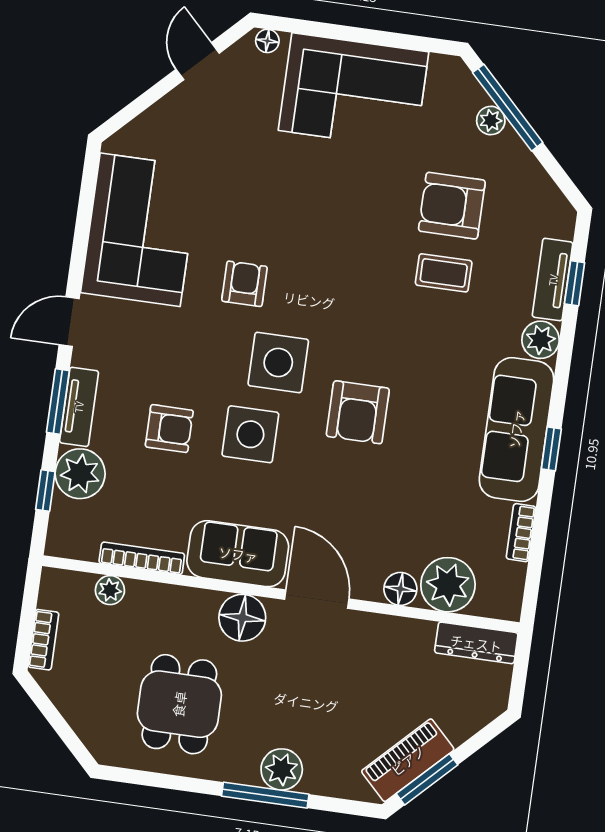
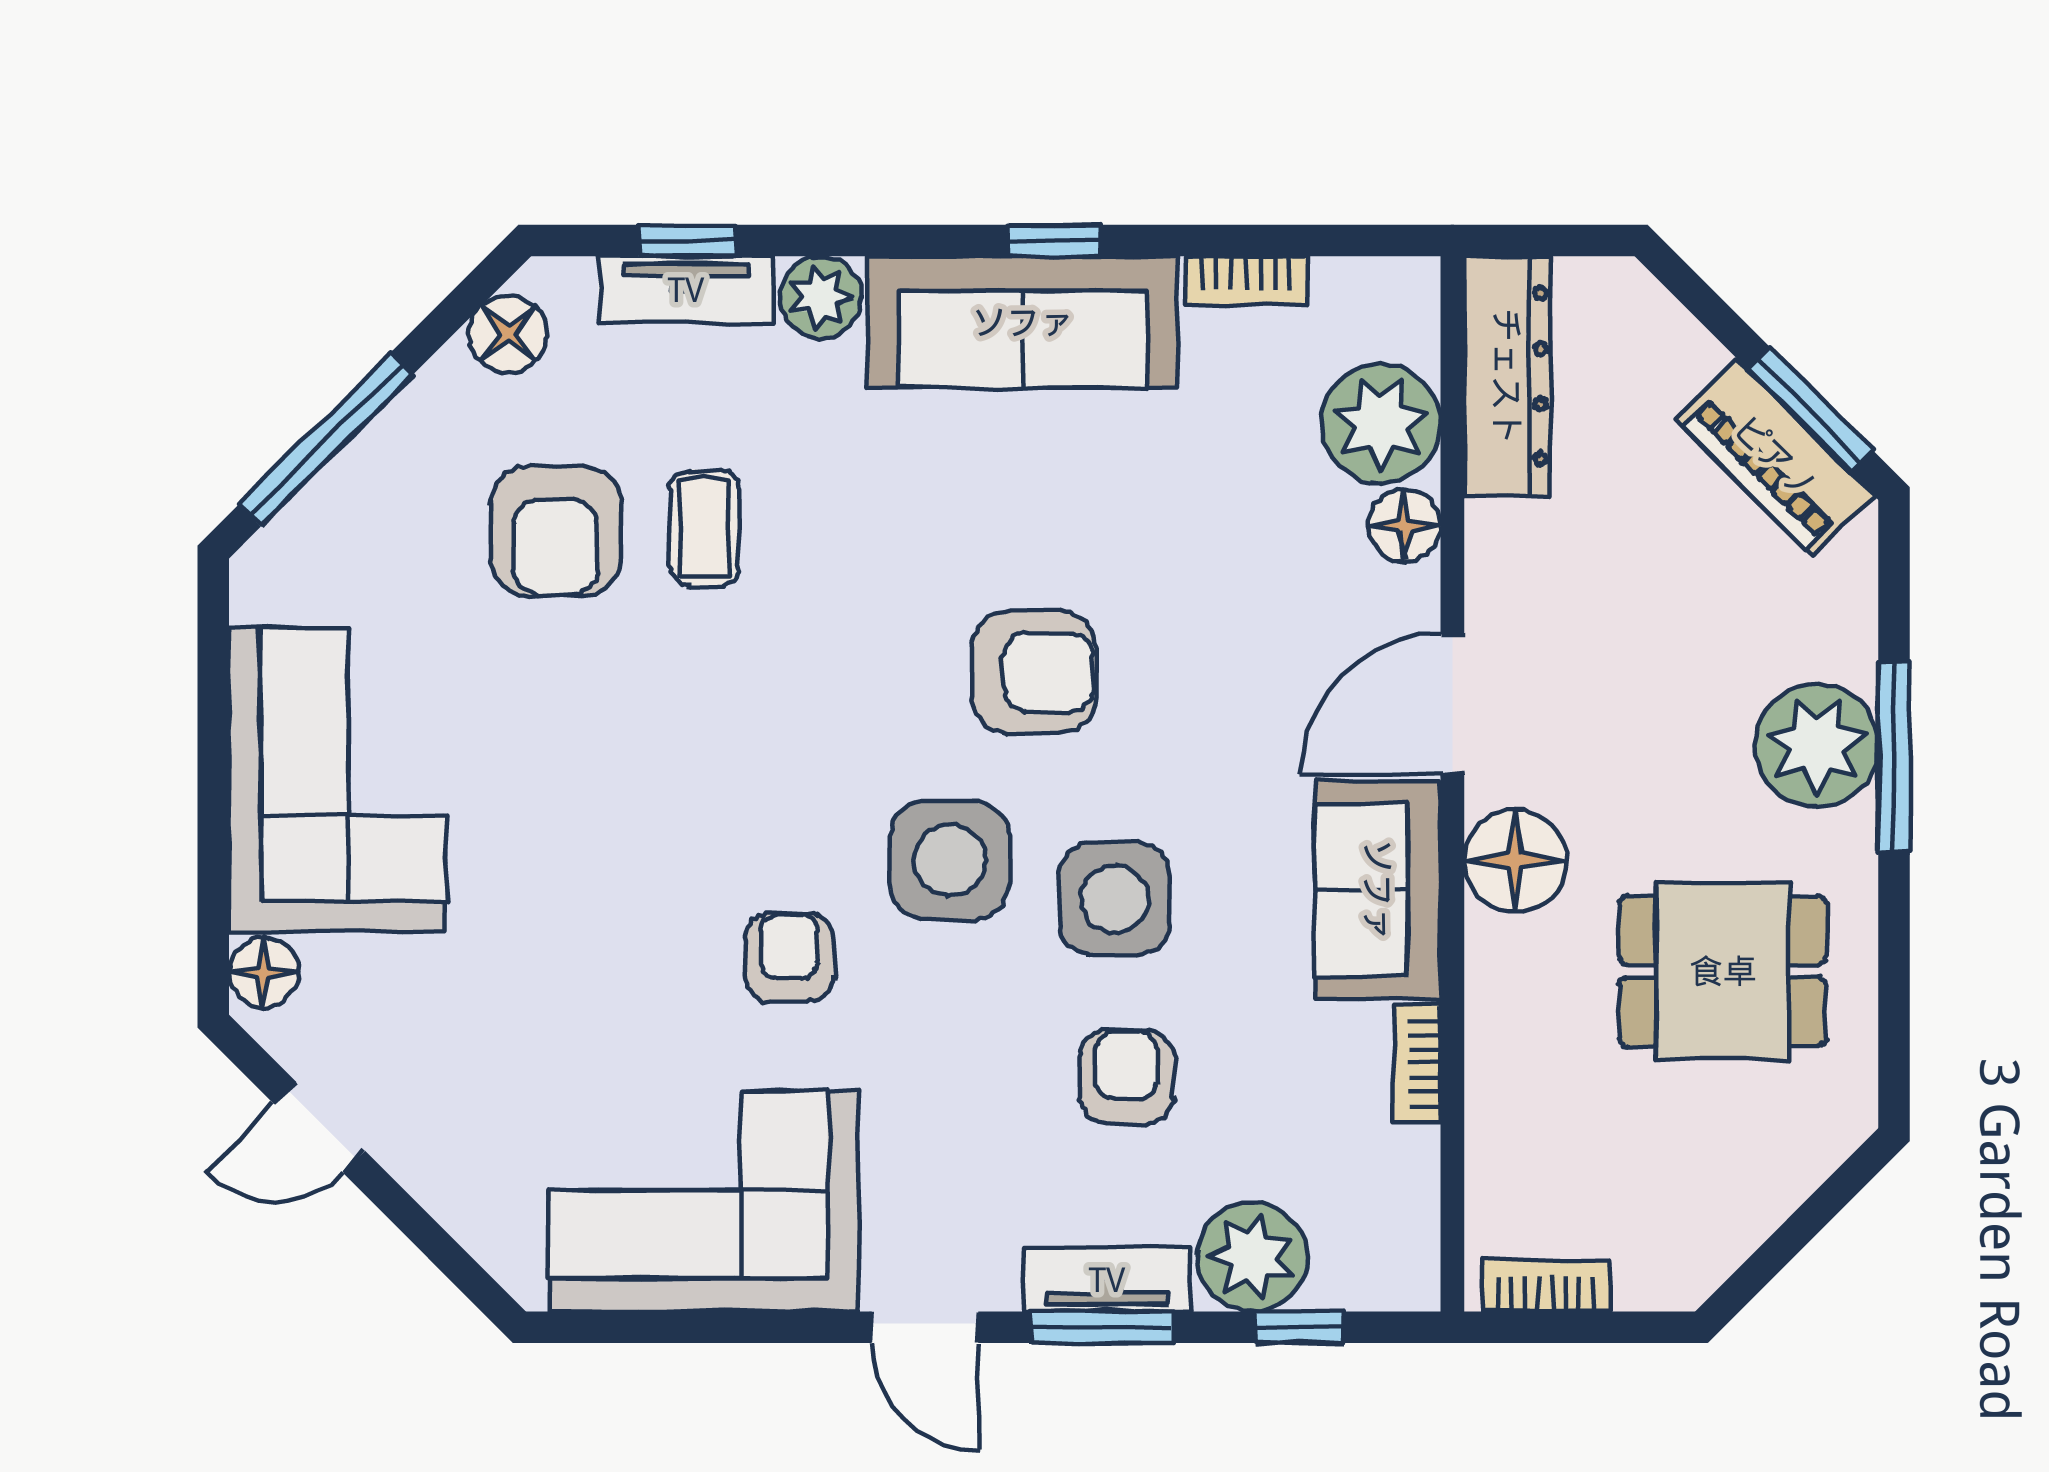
floor lamp: (267, 41) -> (264, 973), width x1.37, depth x1.37
plant: (491, 121) -> (359, 472), removed
floor lamp: (544, 197) -> (508, 334), added
armchair: (244, 284) -> (789, 958), turned 90
bookcase: (142, 558) -> (1417, 1064), width x0.64
plant: (110, 590) -> (1496, 1156), removed
bookcase: (43, 640) -> (1546, 1286), moved
dresser: (476, 643) -> (1507, 376), width x1.37, depth x1.24
plant: (282, 769) -> (1817, 745), width x1.36, depth x1.36

